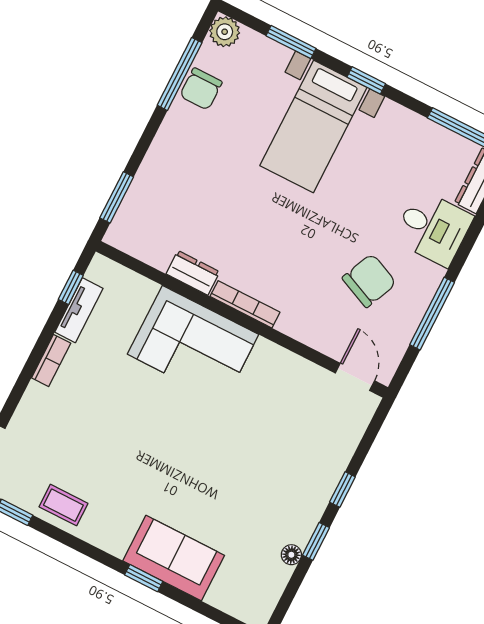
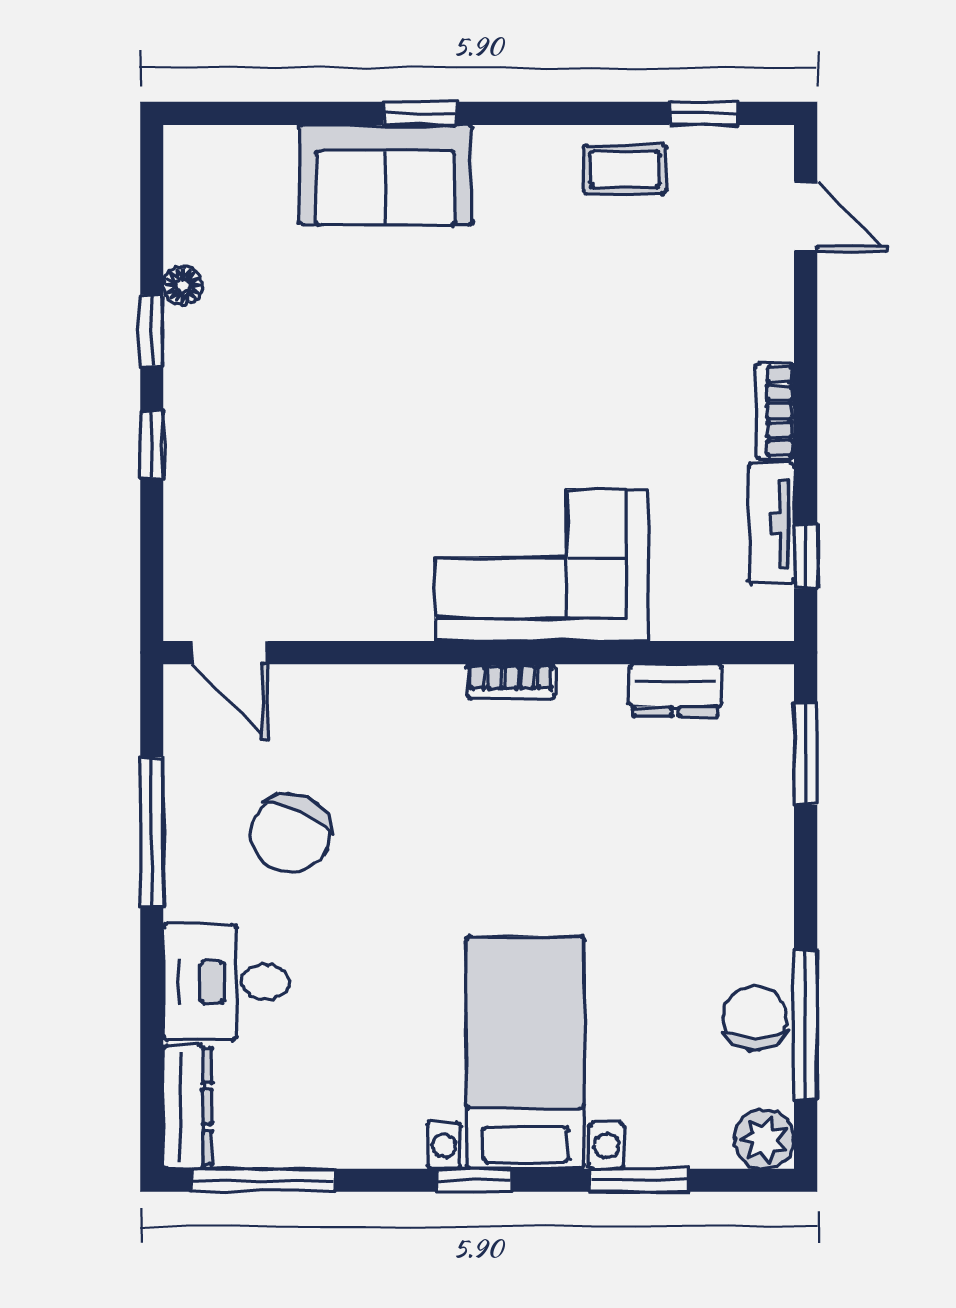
dresser: (193, 273) -> (675, 690), moved
bookcase: (245, 304) -> (511, 681), width x0.64

